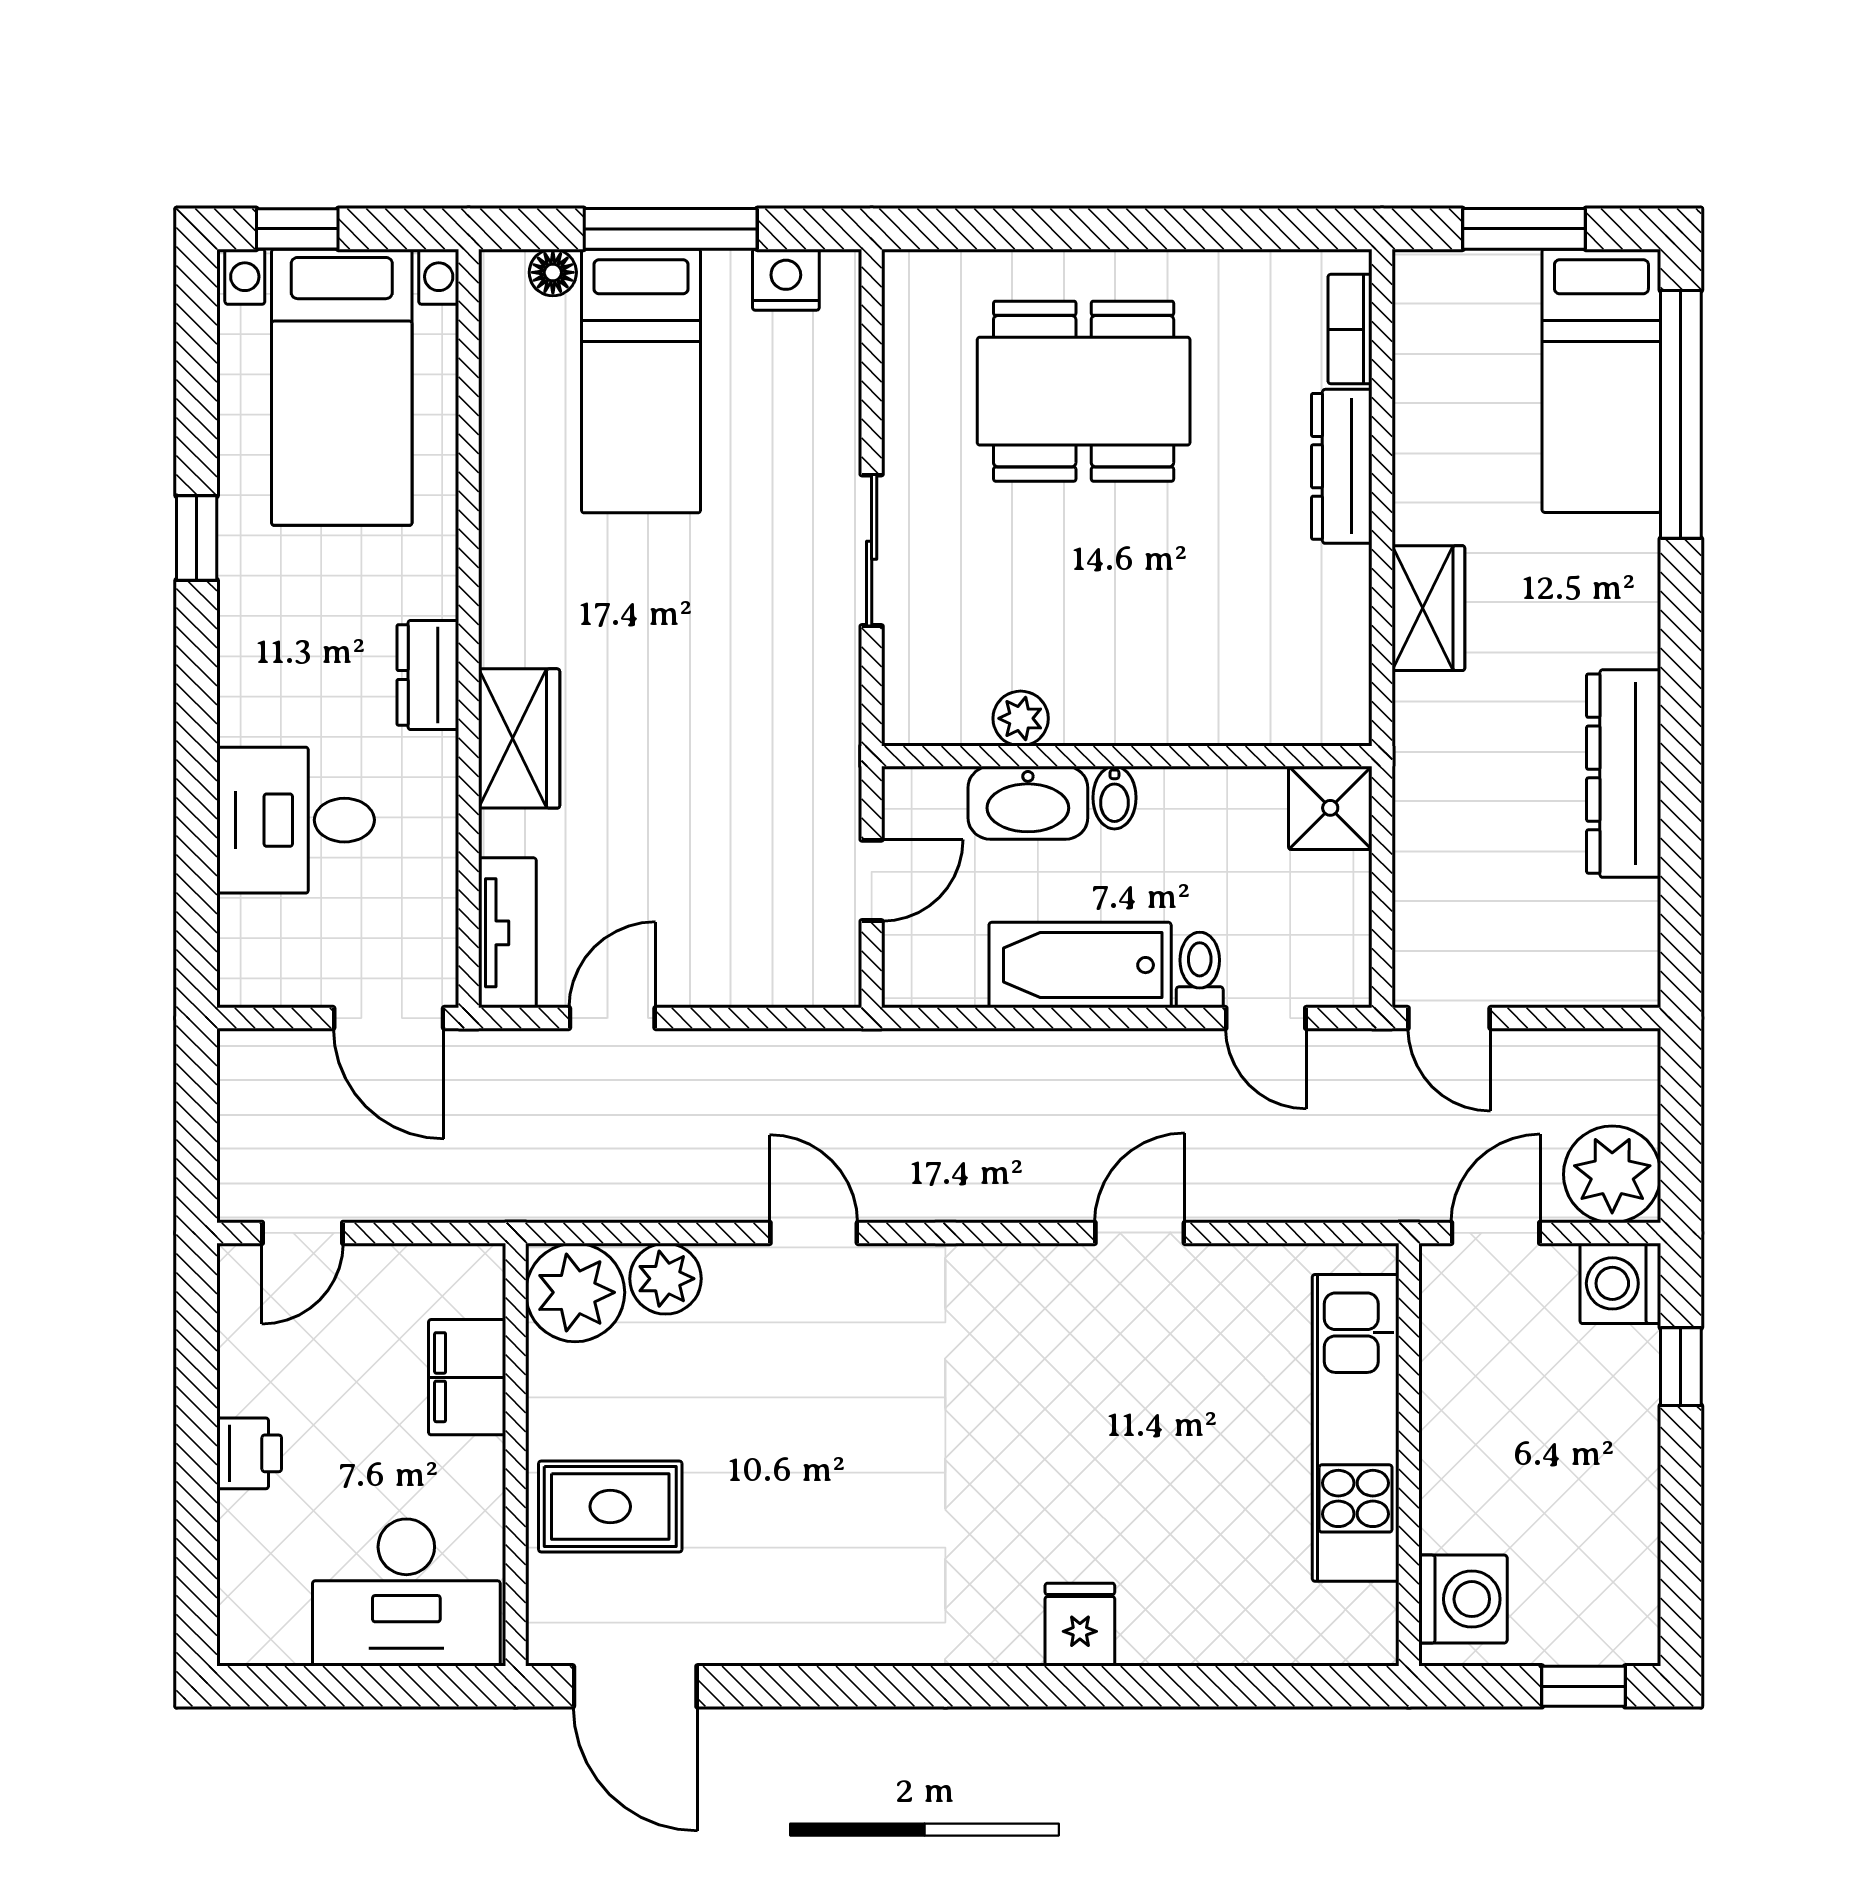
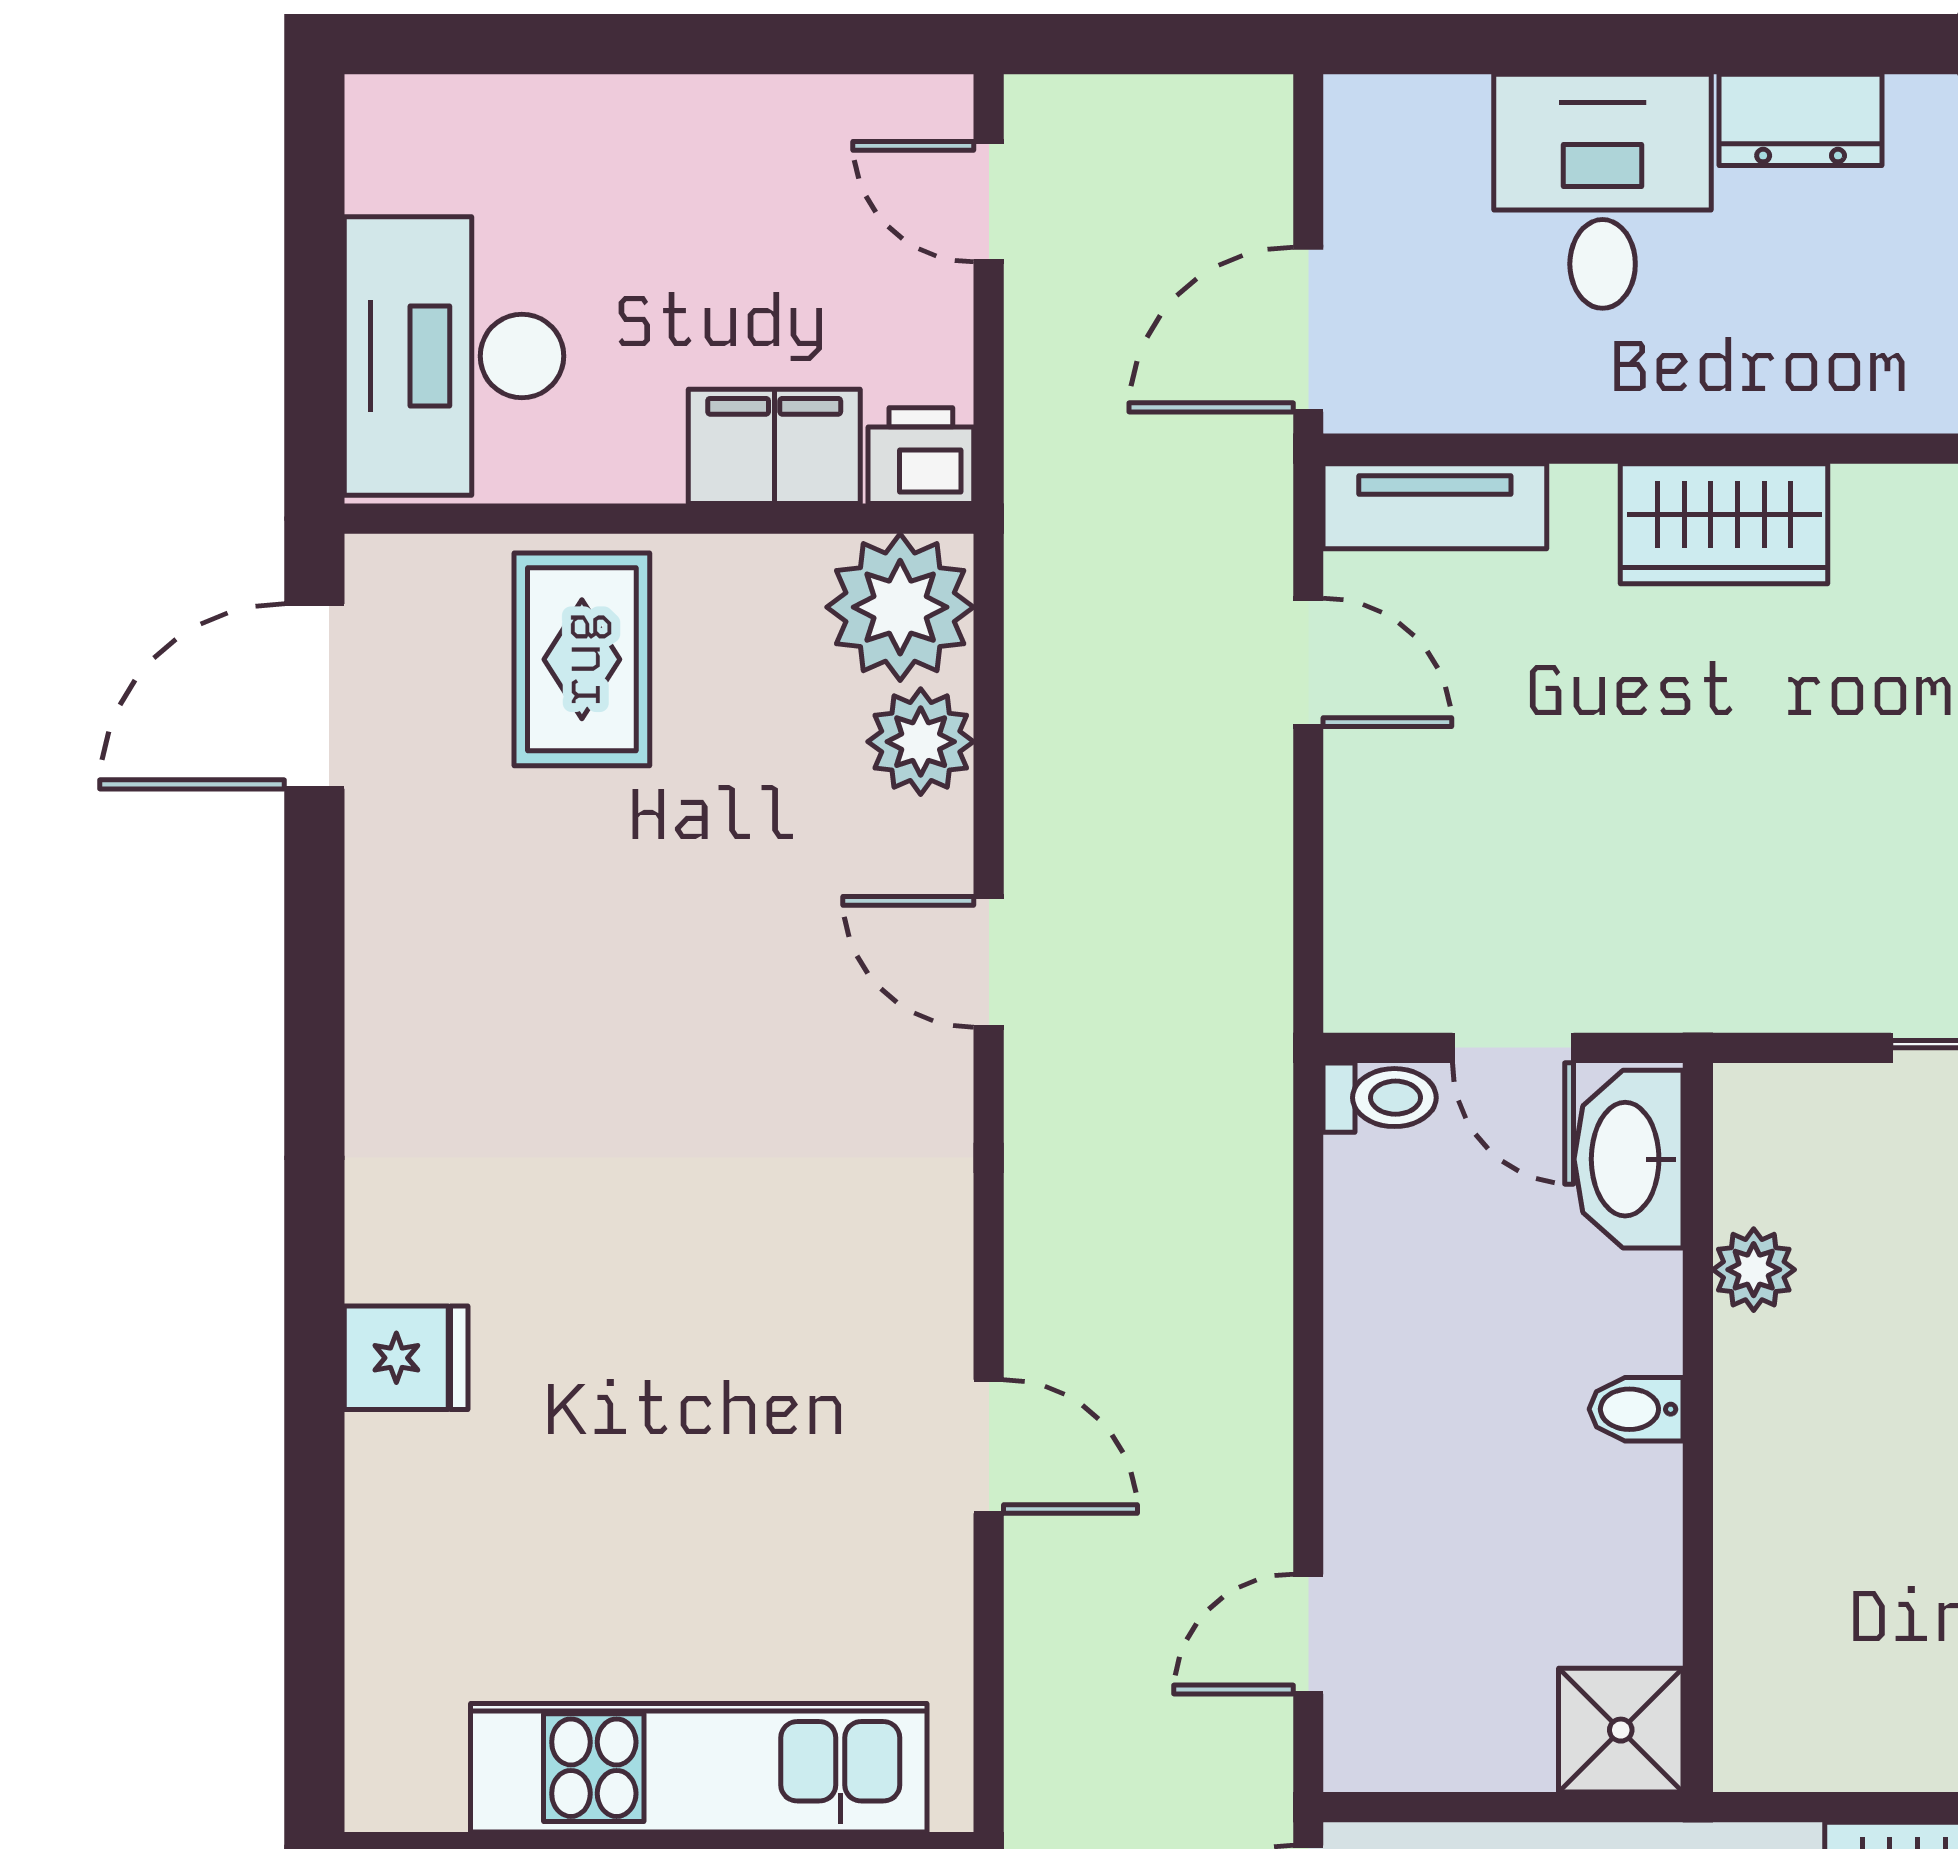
dresser: (428, 675) -> (1801, 120), moved, turned 180
washbasin: (1028, 803) -> (1628, 1159), moved
bathtub: (1080, 965) -> (1387, 1358), removed
toilet: (1200, 970) -> (1380, 1098), moved
door: (814, 1233) -> (989, 962), swing flipped
printer: (249, 1453) -> (921, 456), moved, turned 180

